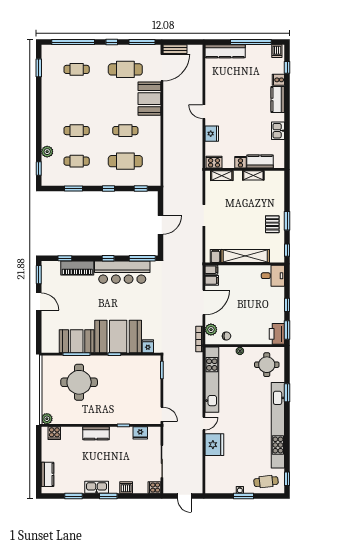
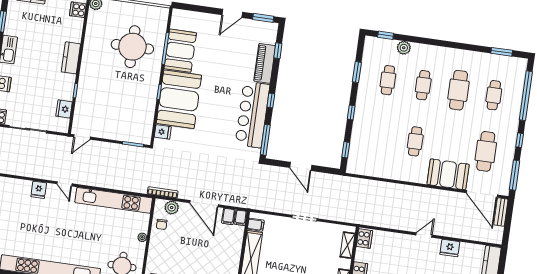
fridge: (212, 134) -> (450, 248), moved
cafe table: (125, 161) -> (458, 90), moved
fridge: (214, 445) -> (39, 190), width x0.53, depth x0.75

